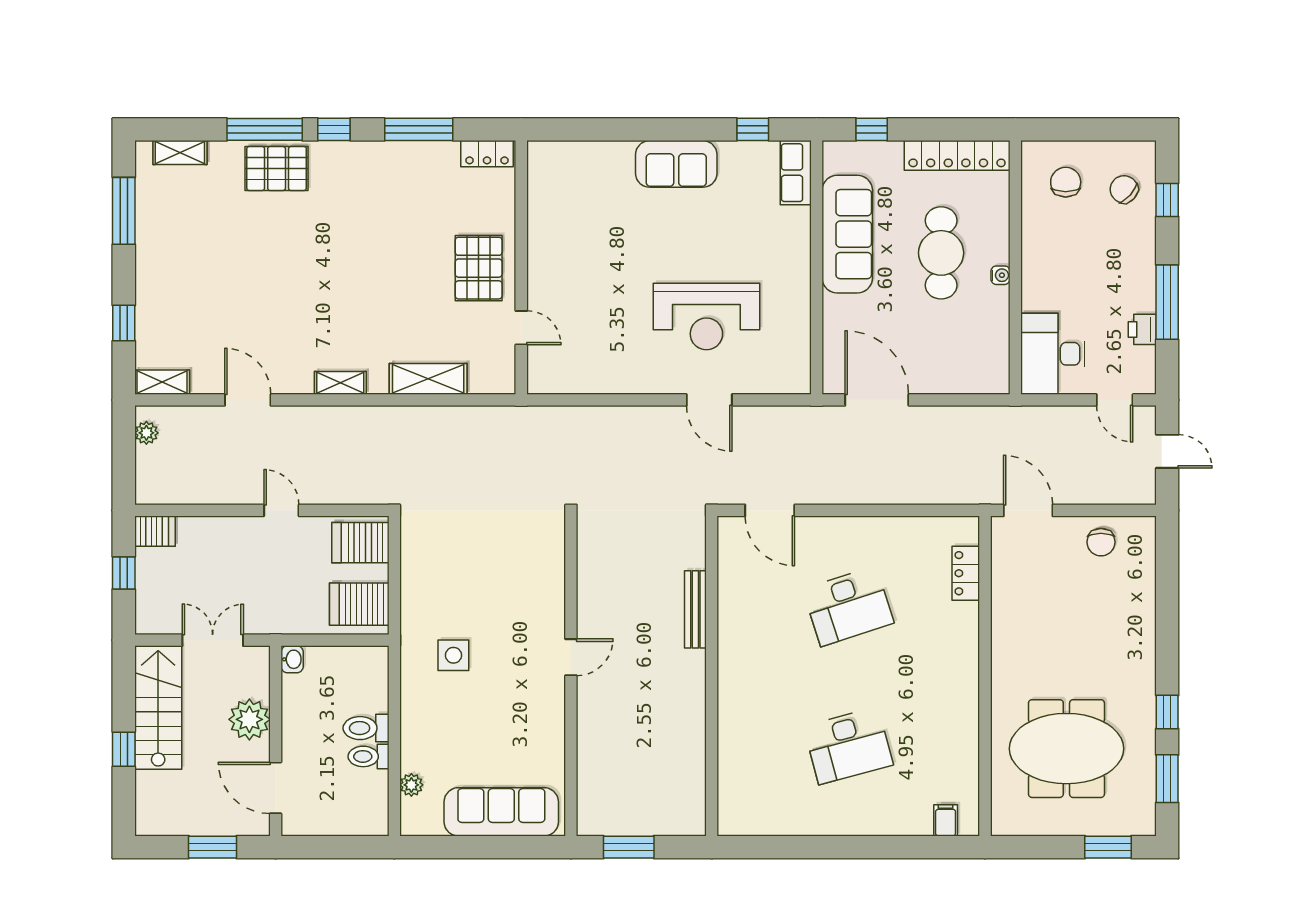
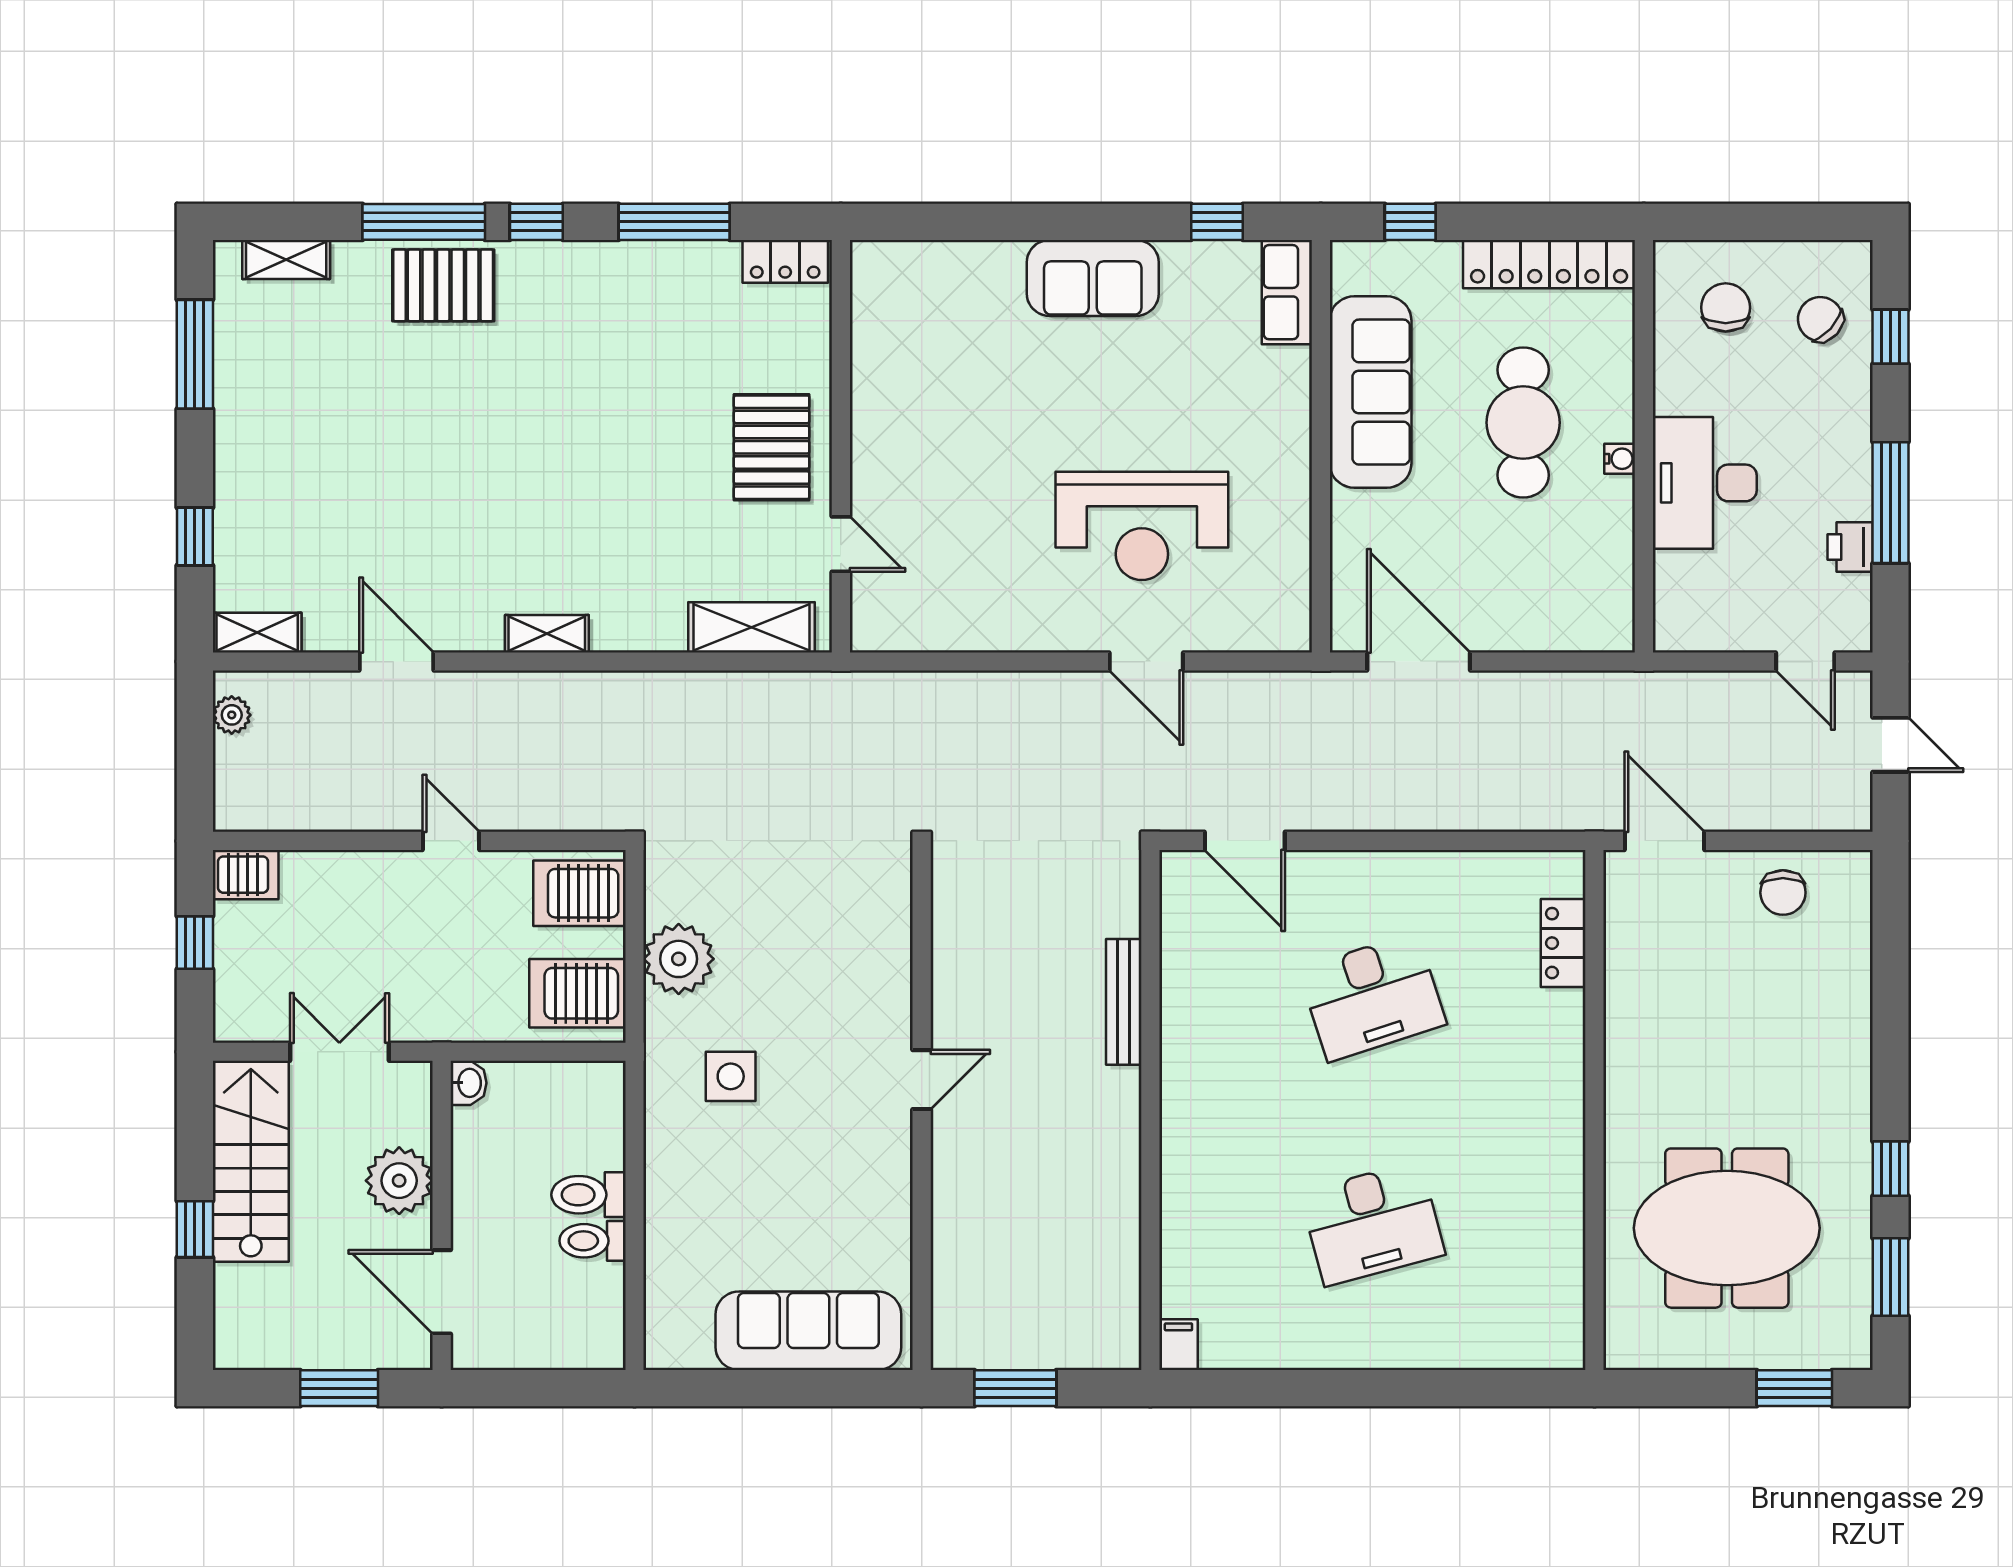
desk: (1053, 354) -> (1705, 483), moved
shelving: (428, 379) -> (752, 627), moved
plant: (411, 785) -> (679, 959), moved, width x1.88, depth x1.88
filing cabinet: (946, 820) -> (1178, 1345), moved

